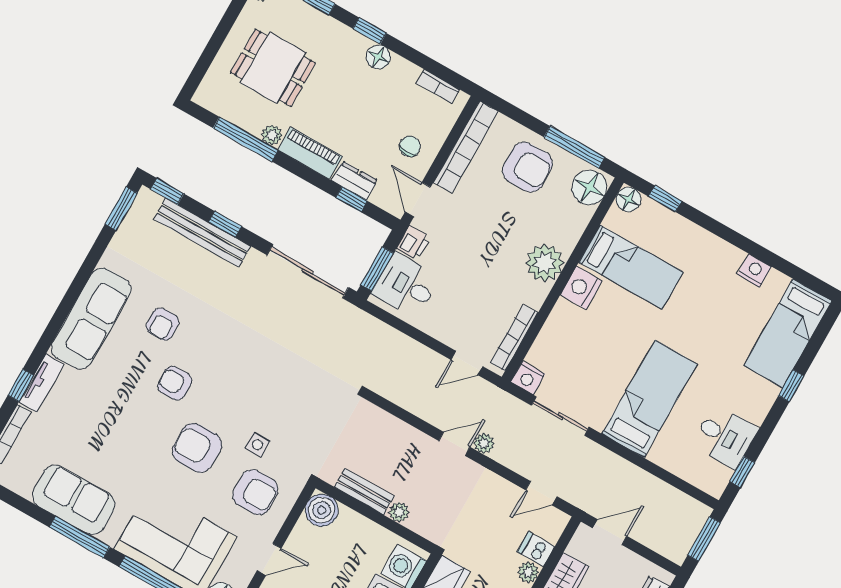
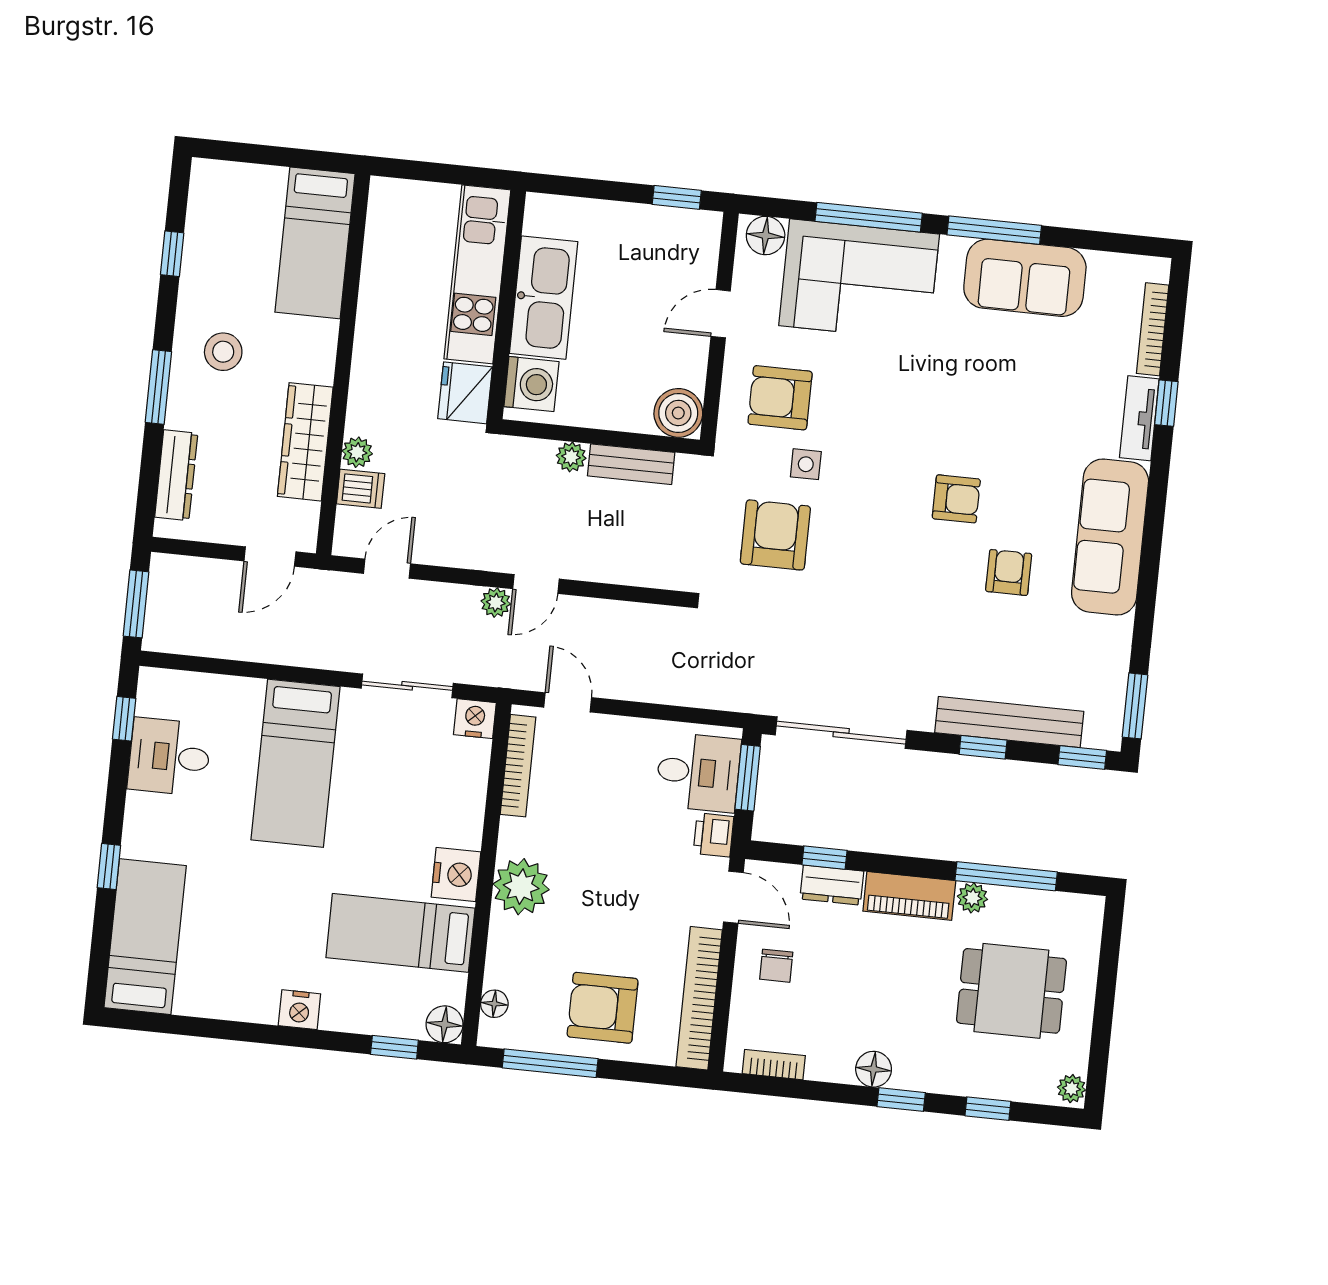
floor lamp: (589, 187) -> (494, 1004), width x0.53, depth x0.53
nightstand: (754, 271) -> (299, 1010), moved
door: (467, 363) -> (568, 702), hinge flipped
armchair: (197, 448) -> (775, 535), moved, turned -90

